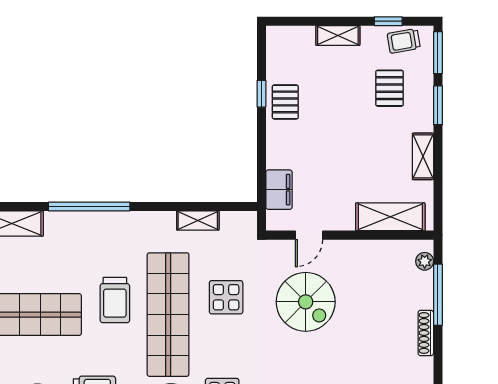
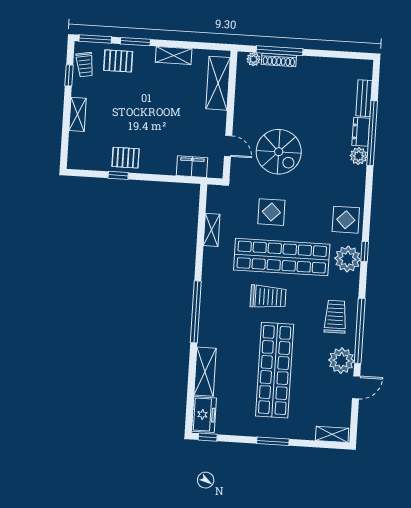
pallet: (390, 88) -> (118, 61), moved
spiral stairs: (306, 302) -> (279, 152), turned 90
shoe rack: (426, 333) -> (279, 60), moved

